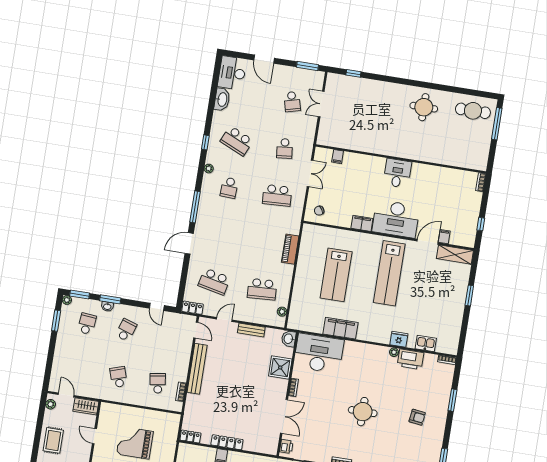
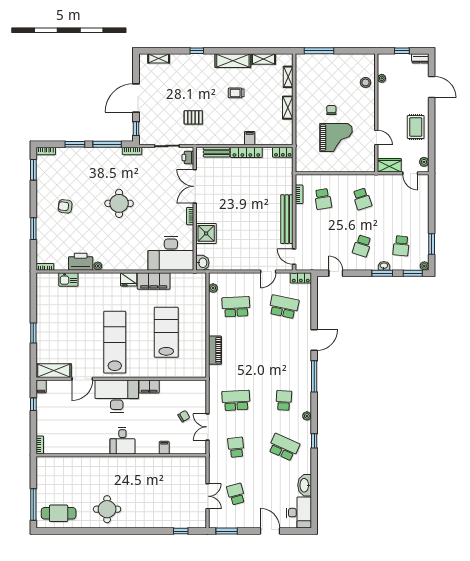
filing cabinet: (338, 157) -> (164, 448), moved
chair: (319, 211) -> (184, 416), moved
filing cabinet: (444, 237) -> (41, 386), moved
bench: (251, 330) -> (216, 152), moved
fridge: (399, 339) -> (129, 279), moved

